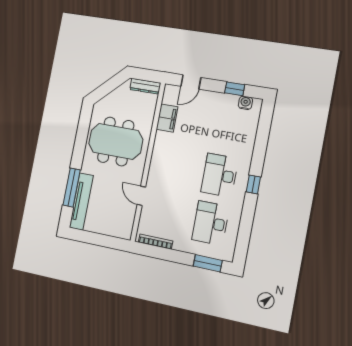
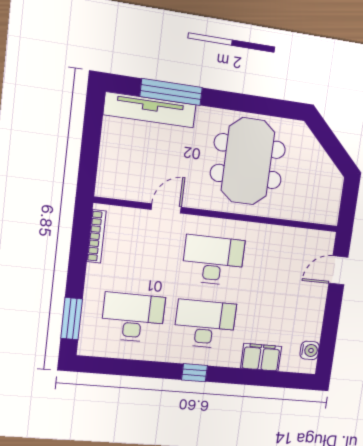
door: (191, 82) -> (338, 270), hinge flipped
dresser: (145, 86) -> (332, 202), removed
window: (235, 89) -> (329, 334), removed
filing cabinet: (167, 118) -> (261, 357), moved, turned 180
desk: (177, 167) -> (213, 260), added

